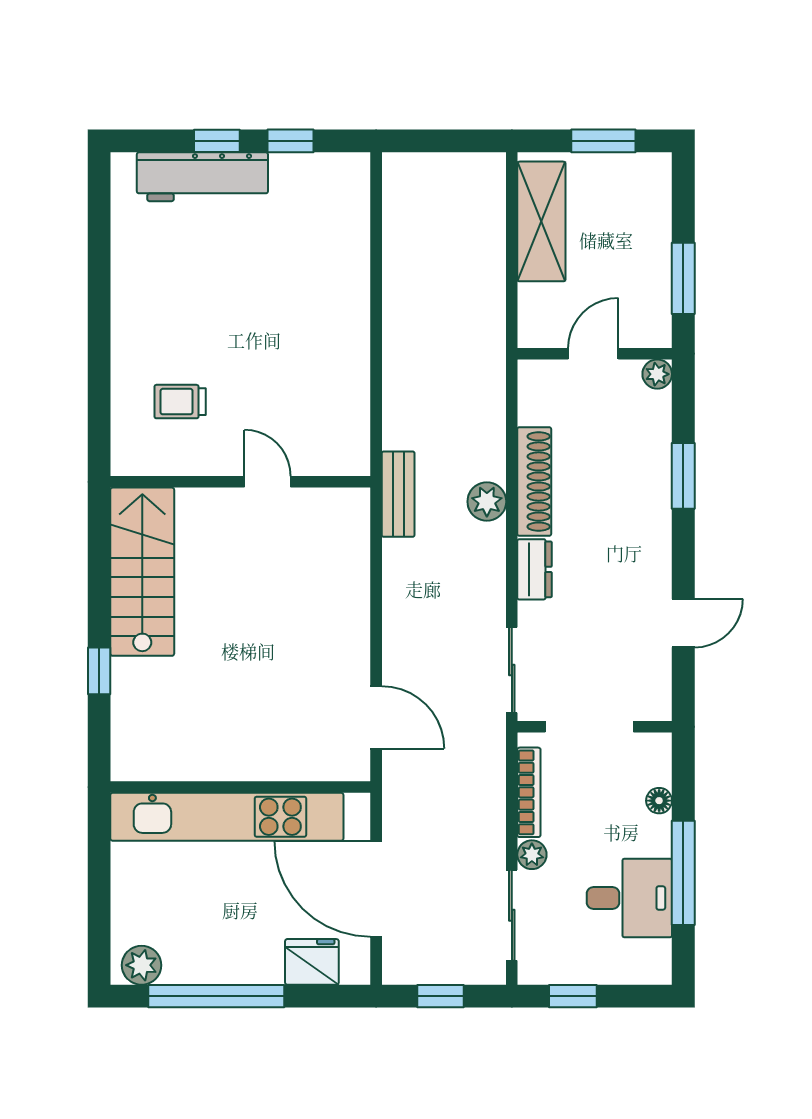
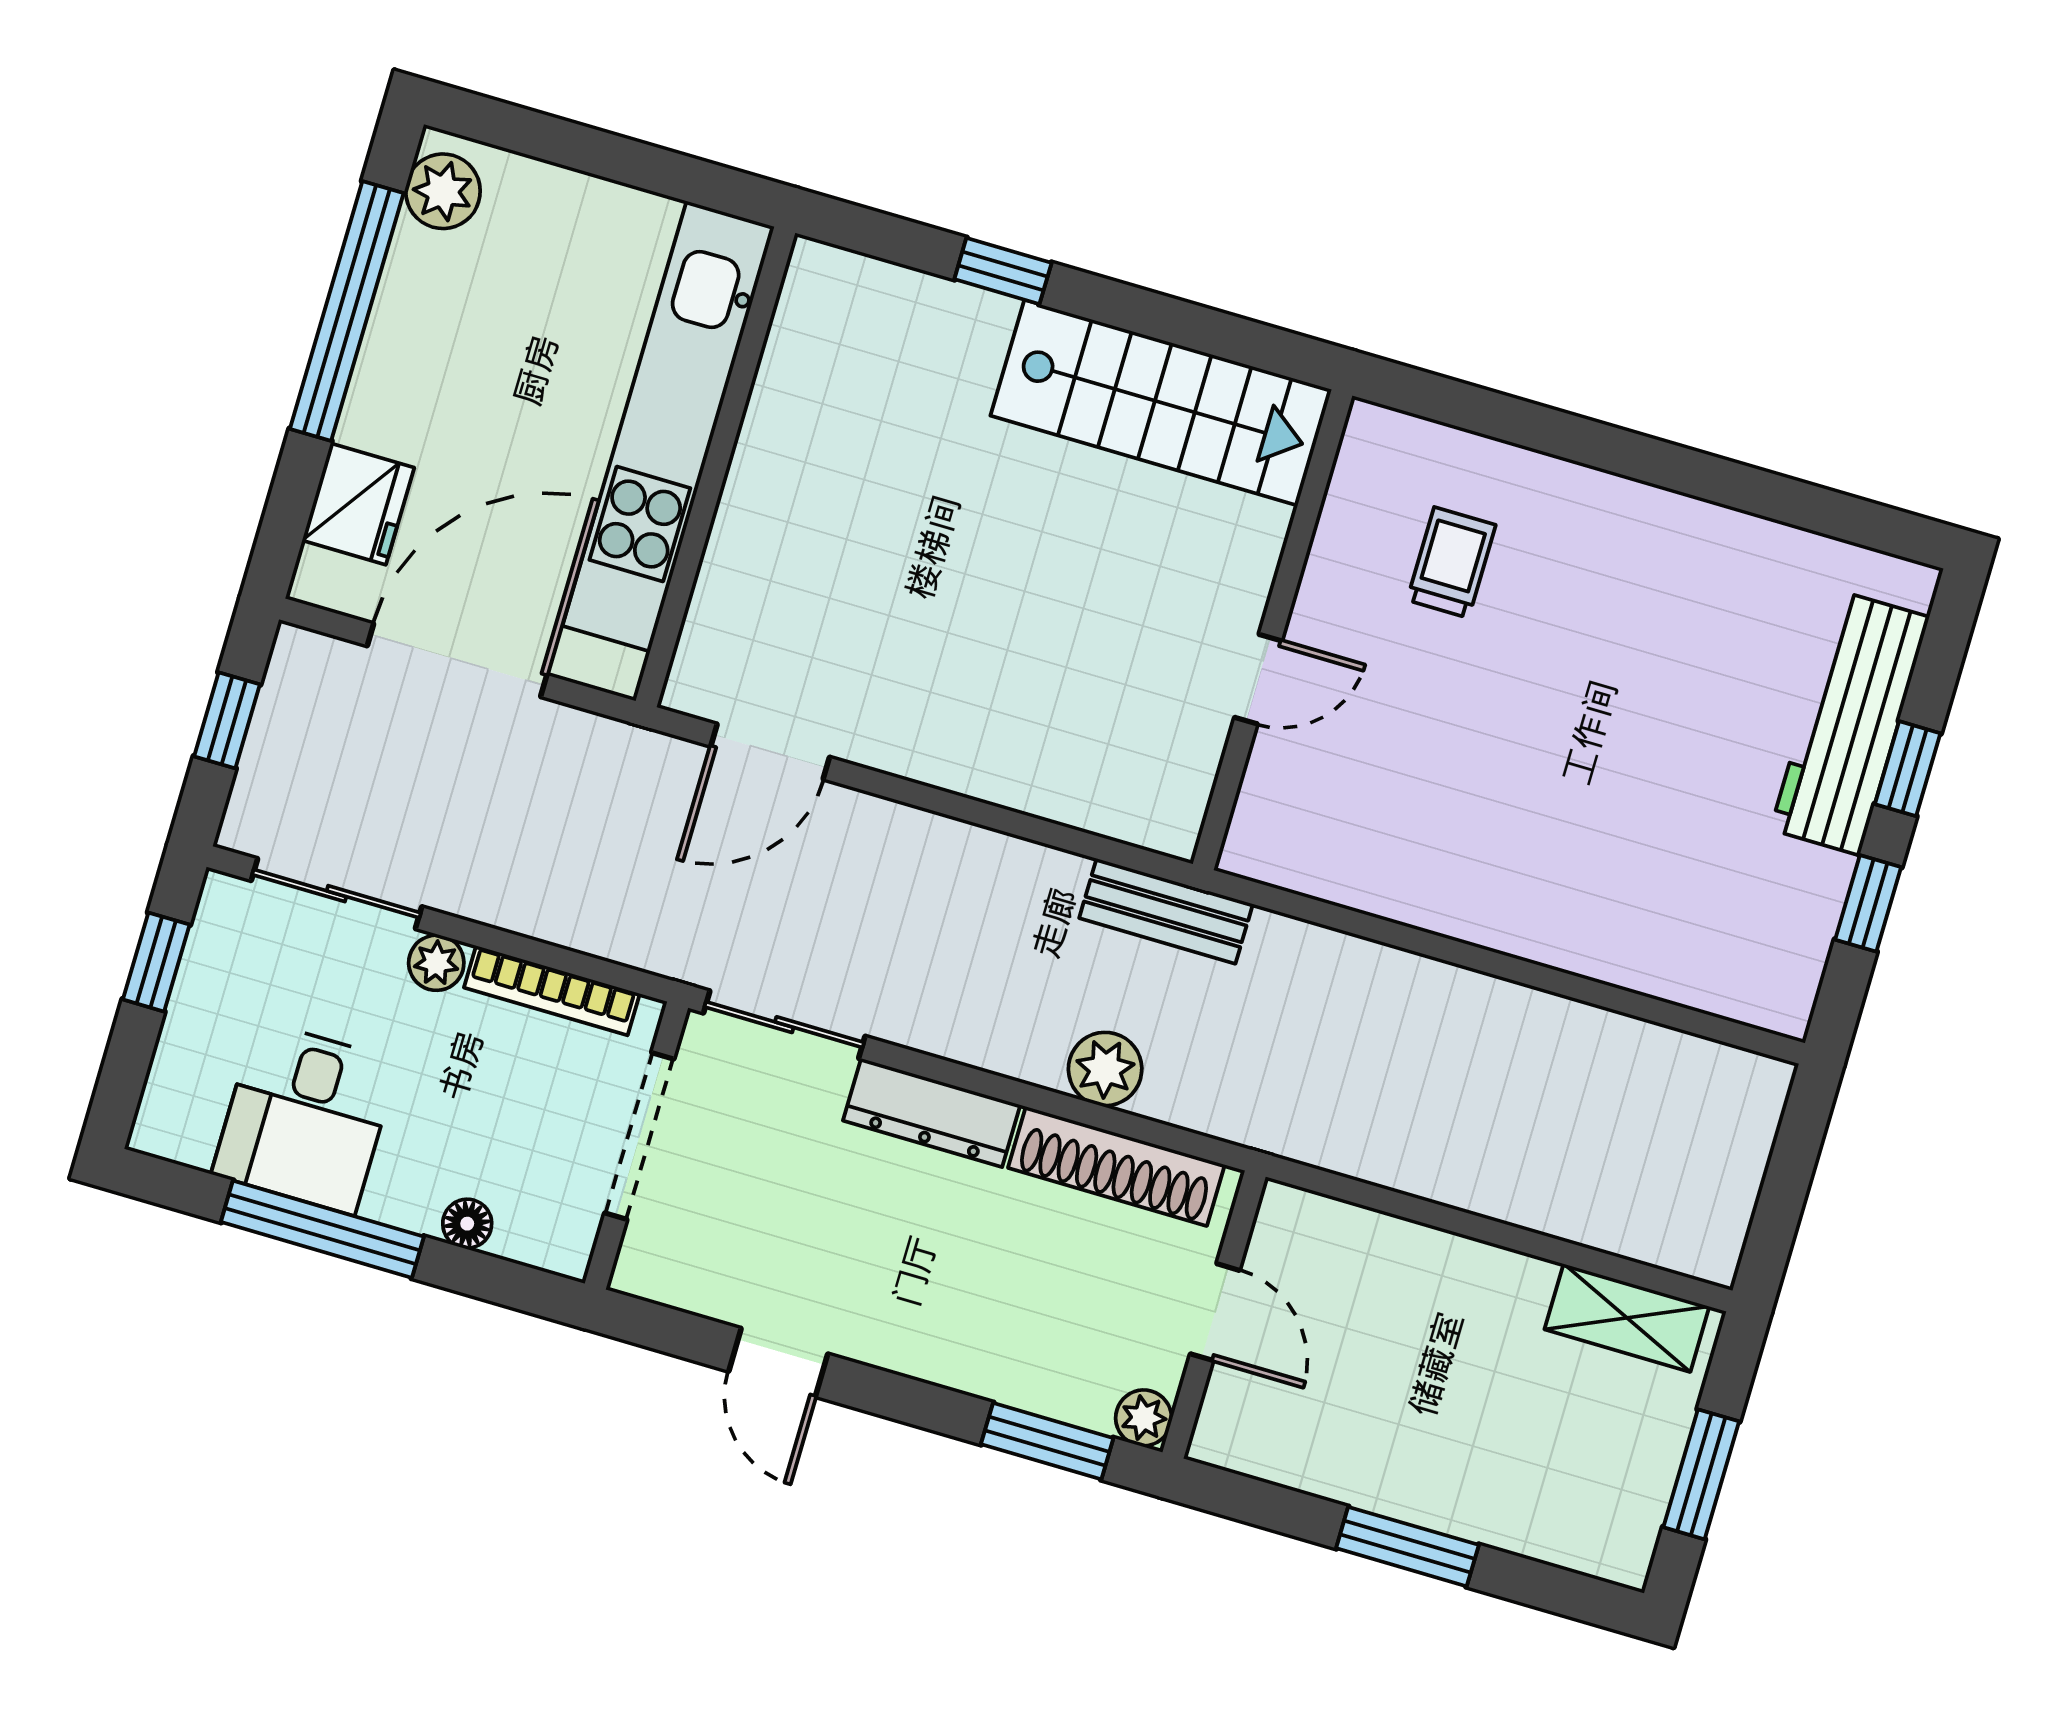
shelving: (541, 221) -> (1627, 1318), width x0.67, depth x0.75
door: (593, 354) -> (1215, 1312), moved
wall: (595, 354) -> (1214, 1315), moved
plant: (657, 374) -> (1144, 1418), moved
dresser: (534, 569) -> (932, 1113), width x1.44

